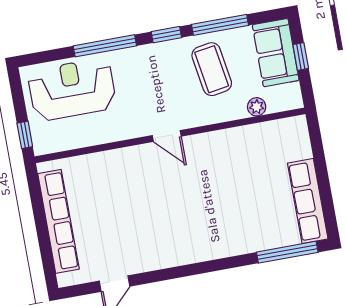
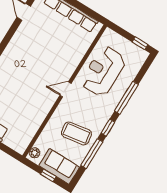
reception desk: (72, 89) -> (103, 71), moved, turned 180
plant: (257, 107) -> (35, 153), moved
window: (25, 135) -> (140, 43), moved

